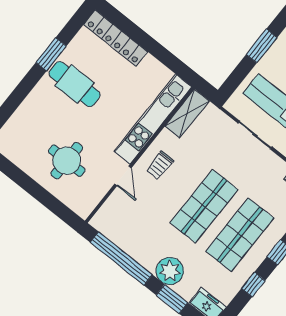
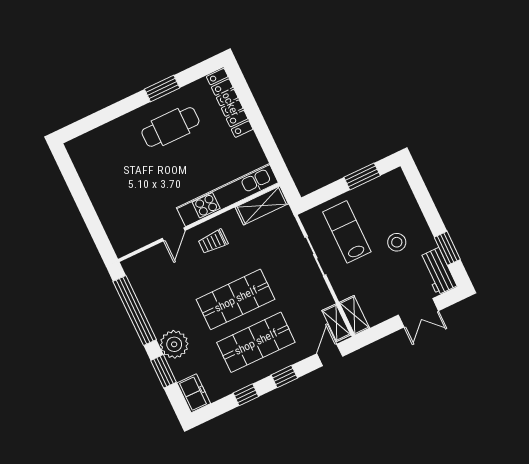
cafe table: (75, 84) -> (170, 127), turned 90
round table: (67, 161) -> (128, 195), removed

